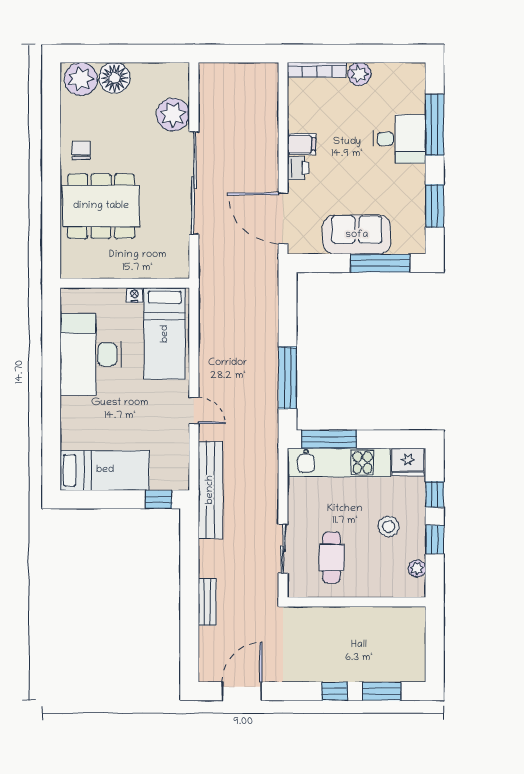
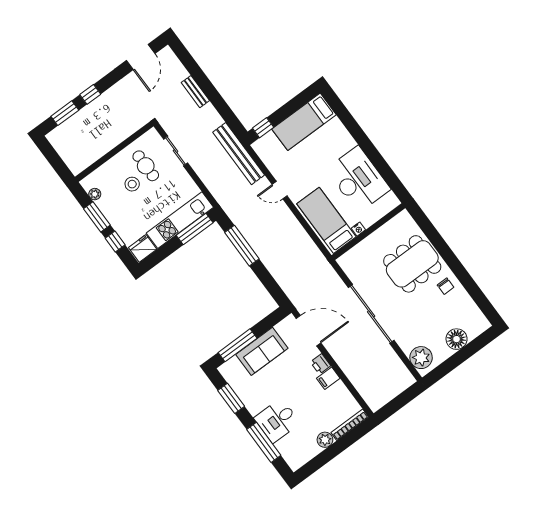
plant: (81, 79) -> (474, 325), removed
plant: (173, 115) -> (421, 358), moved
stool: (389, 526) -> (132, 184), moved
window: (435, 540) -> (97, 217), width x1.50

